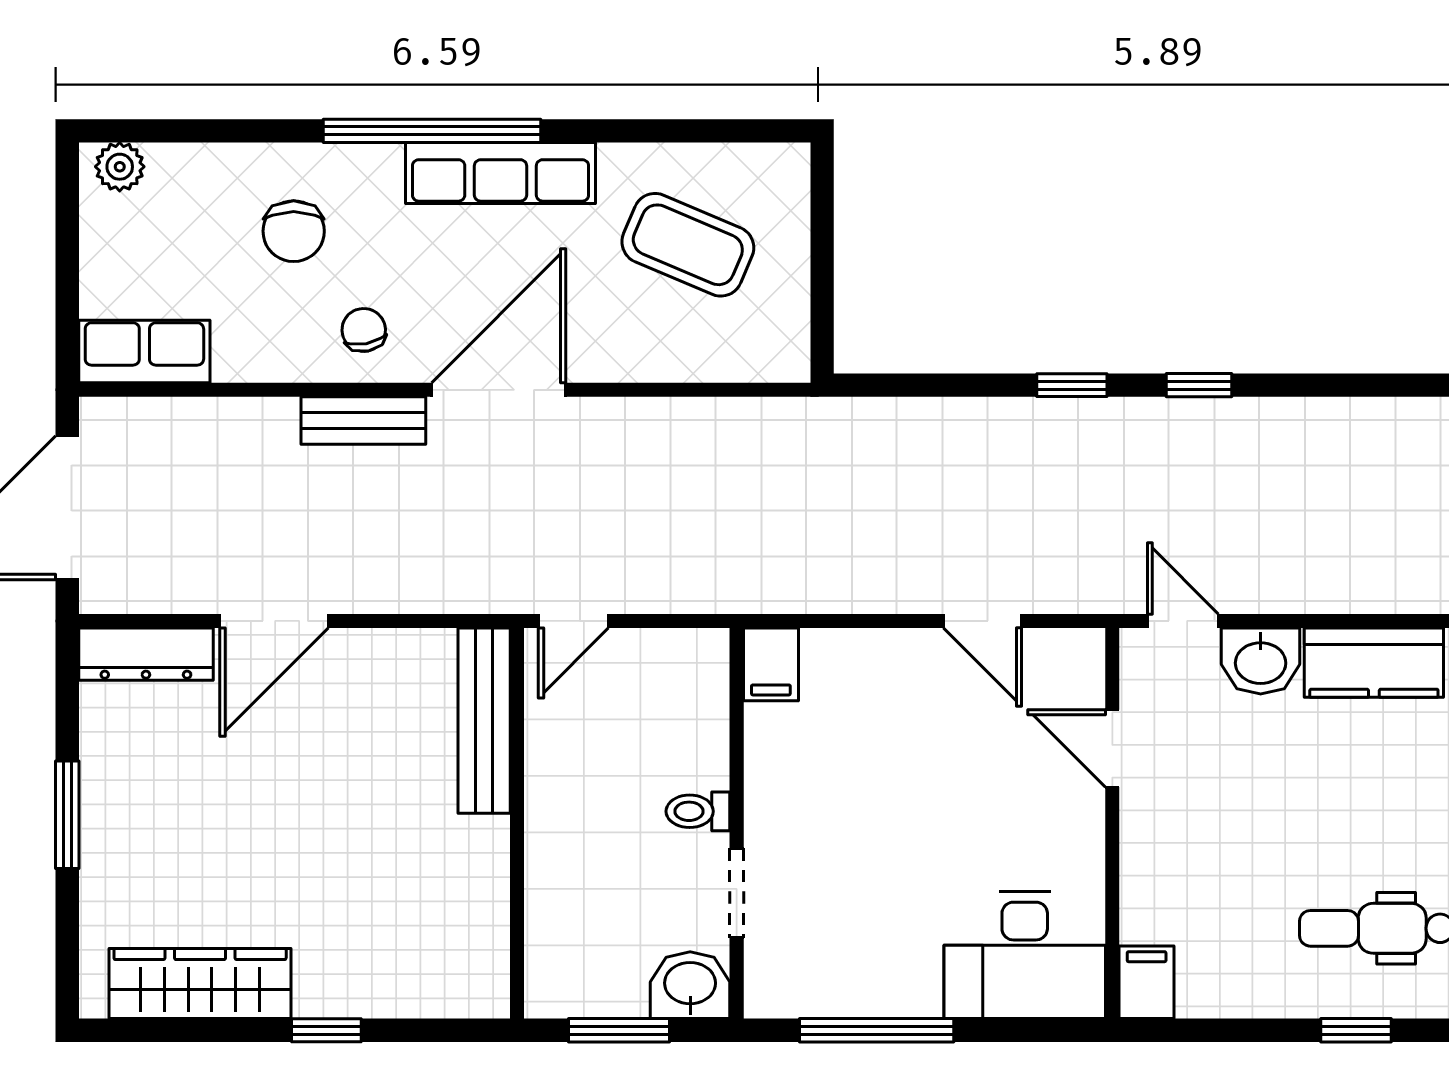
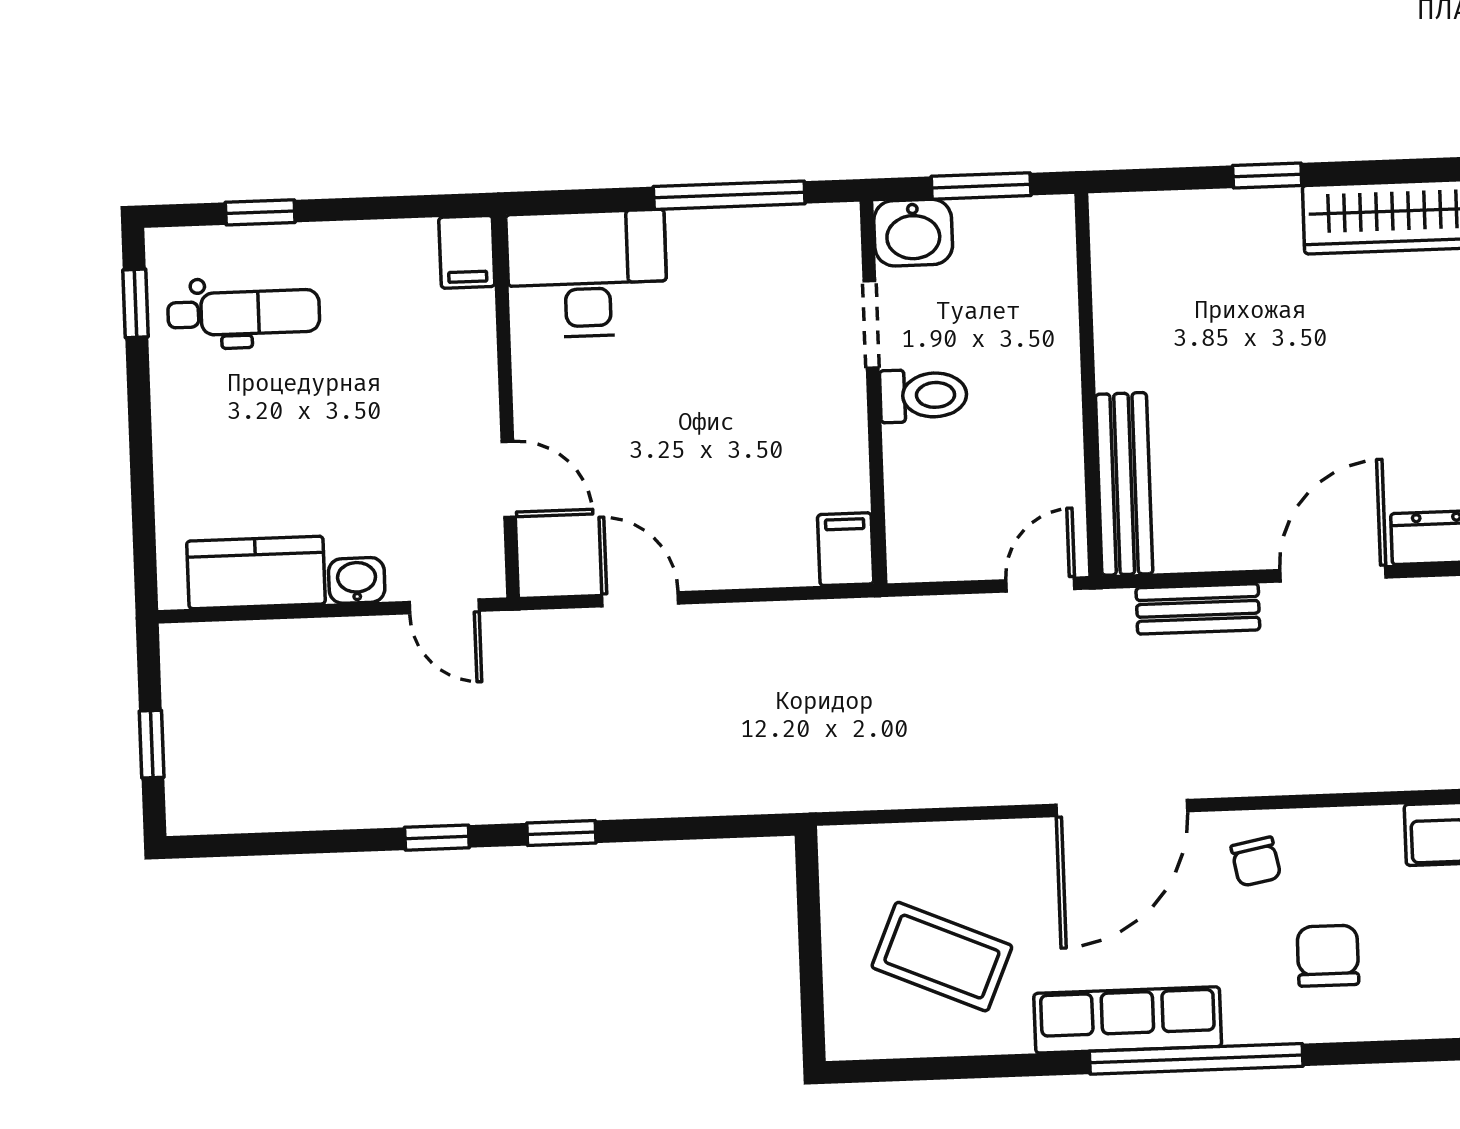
bench: (363, 421) -> (1198, 609), moved
washbasin: (1261, 661) -> (357, 580), width x0.72, depth x0.69
toilet: (698, 811) -> (923, 395), width x1.37, depth x1.39

